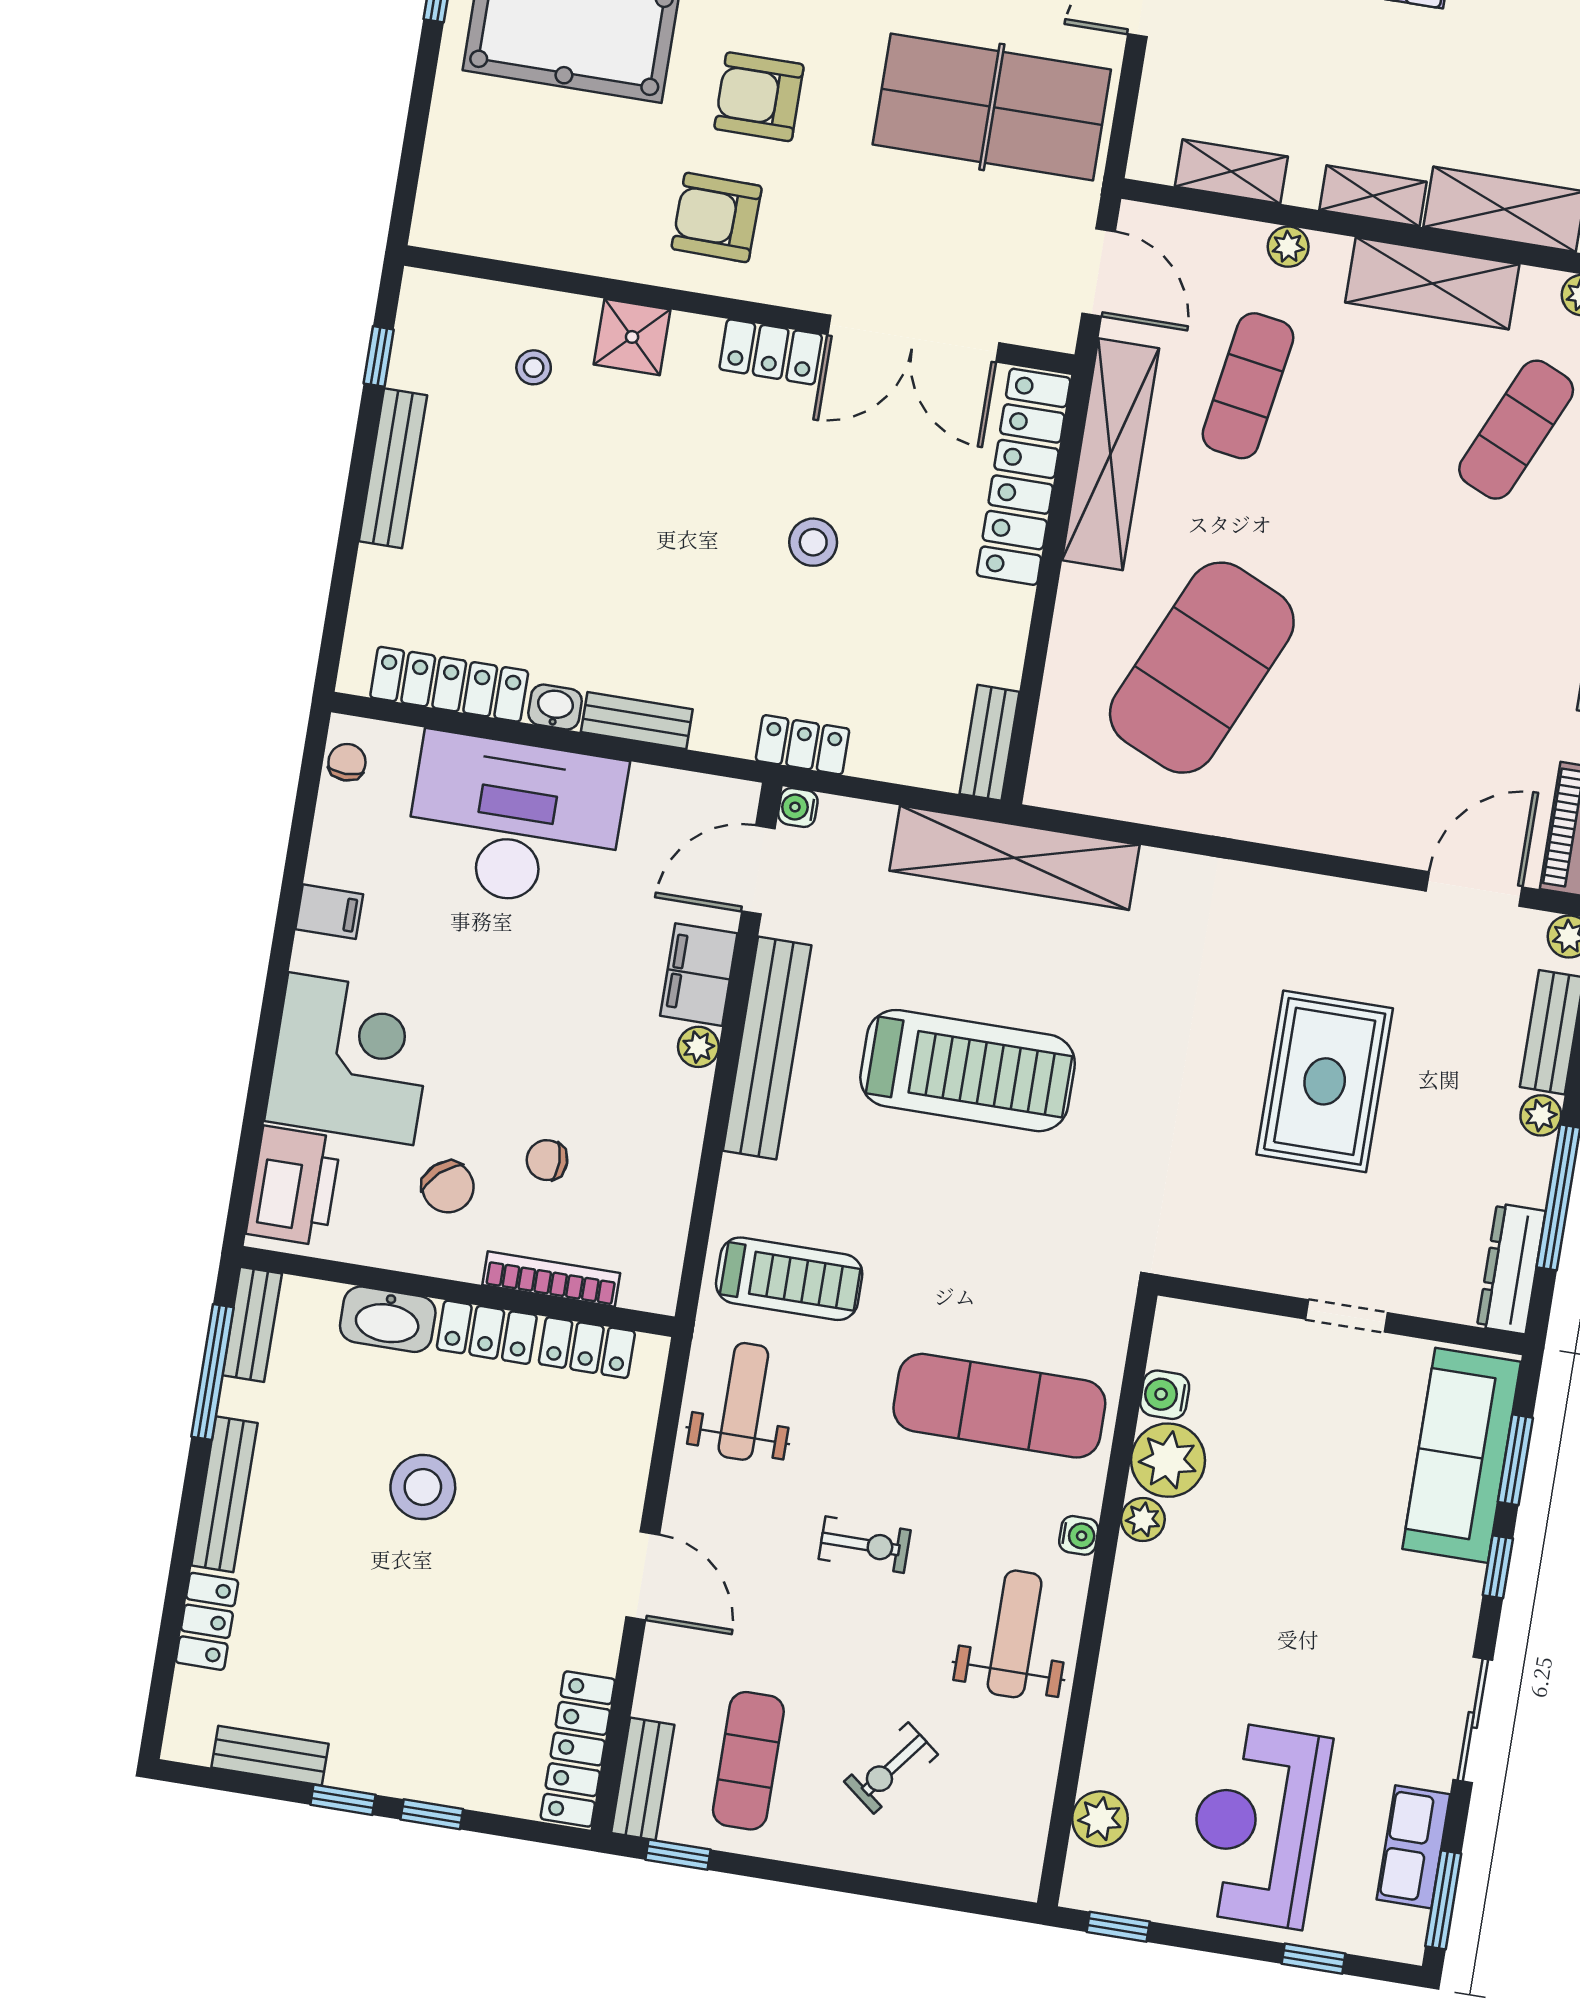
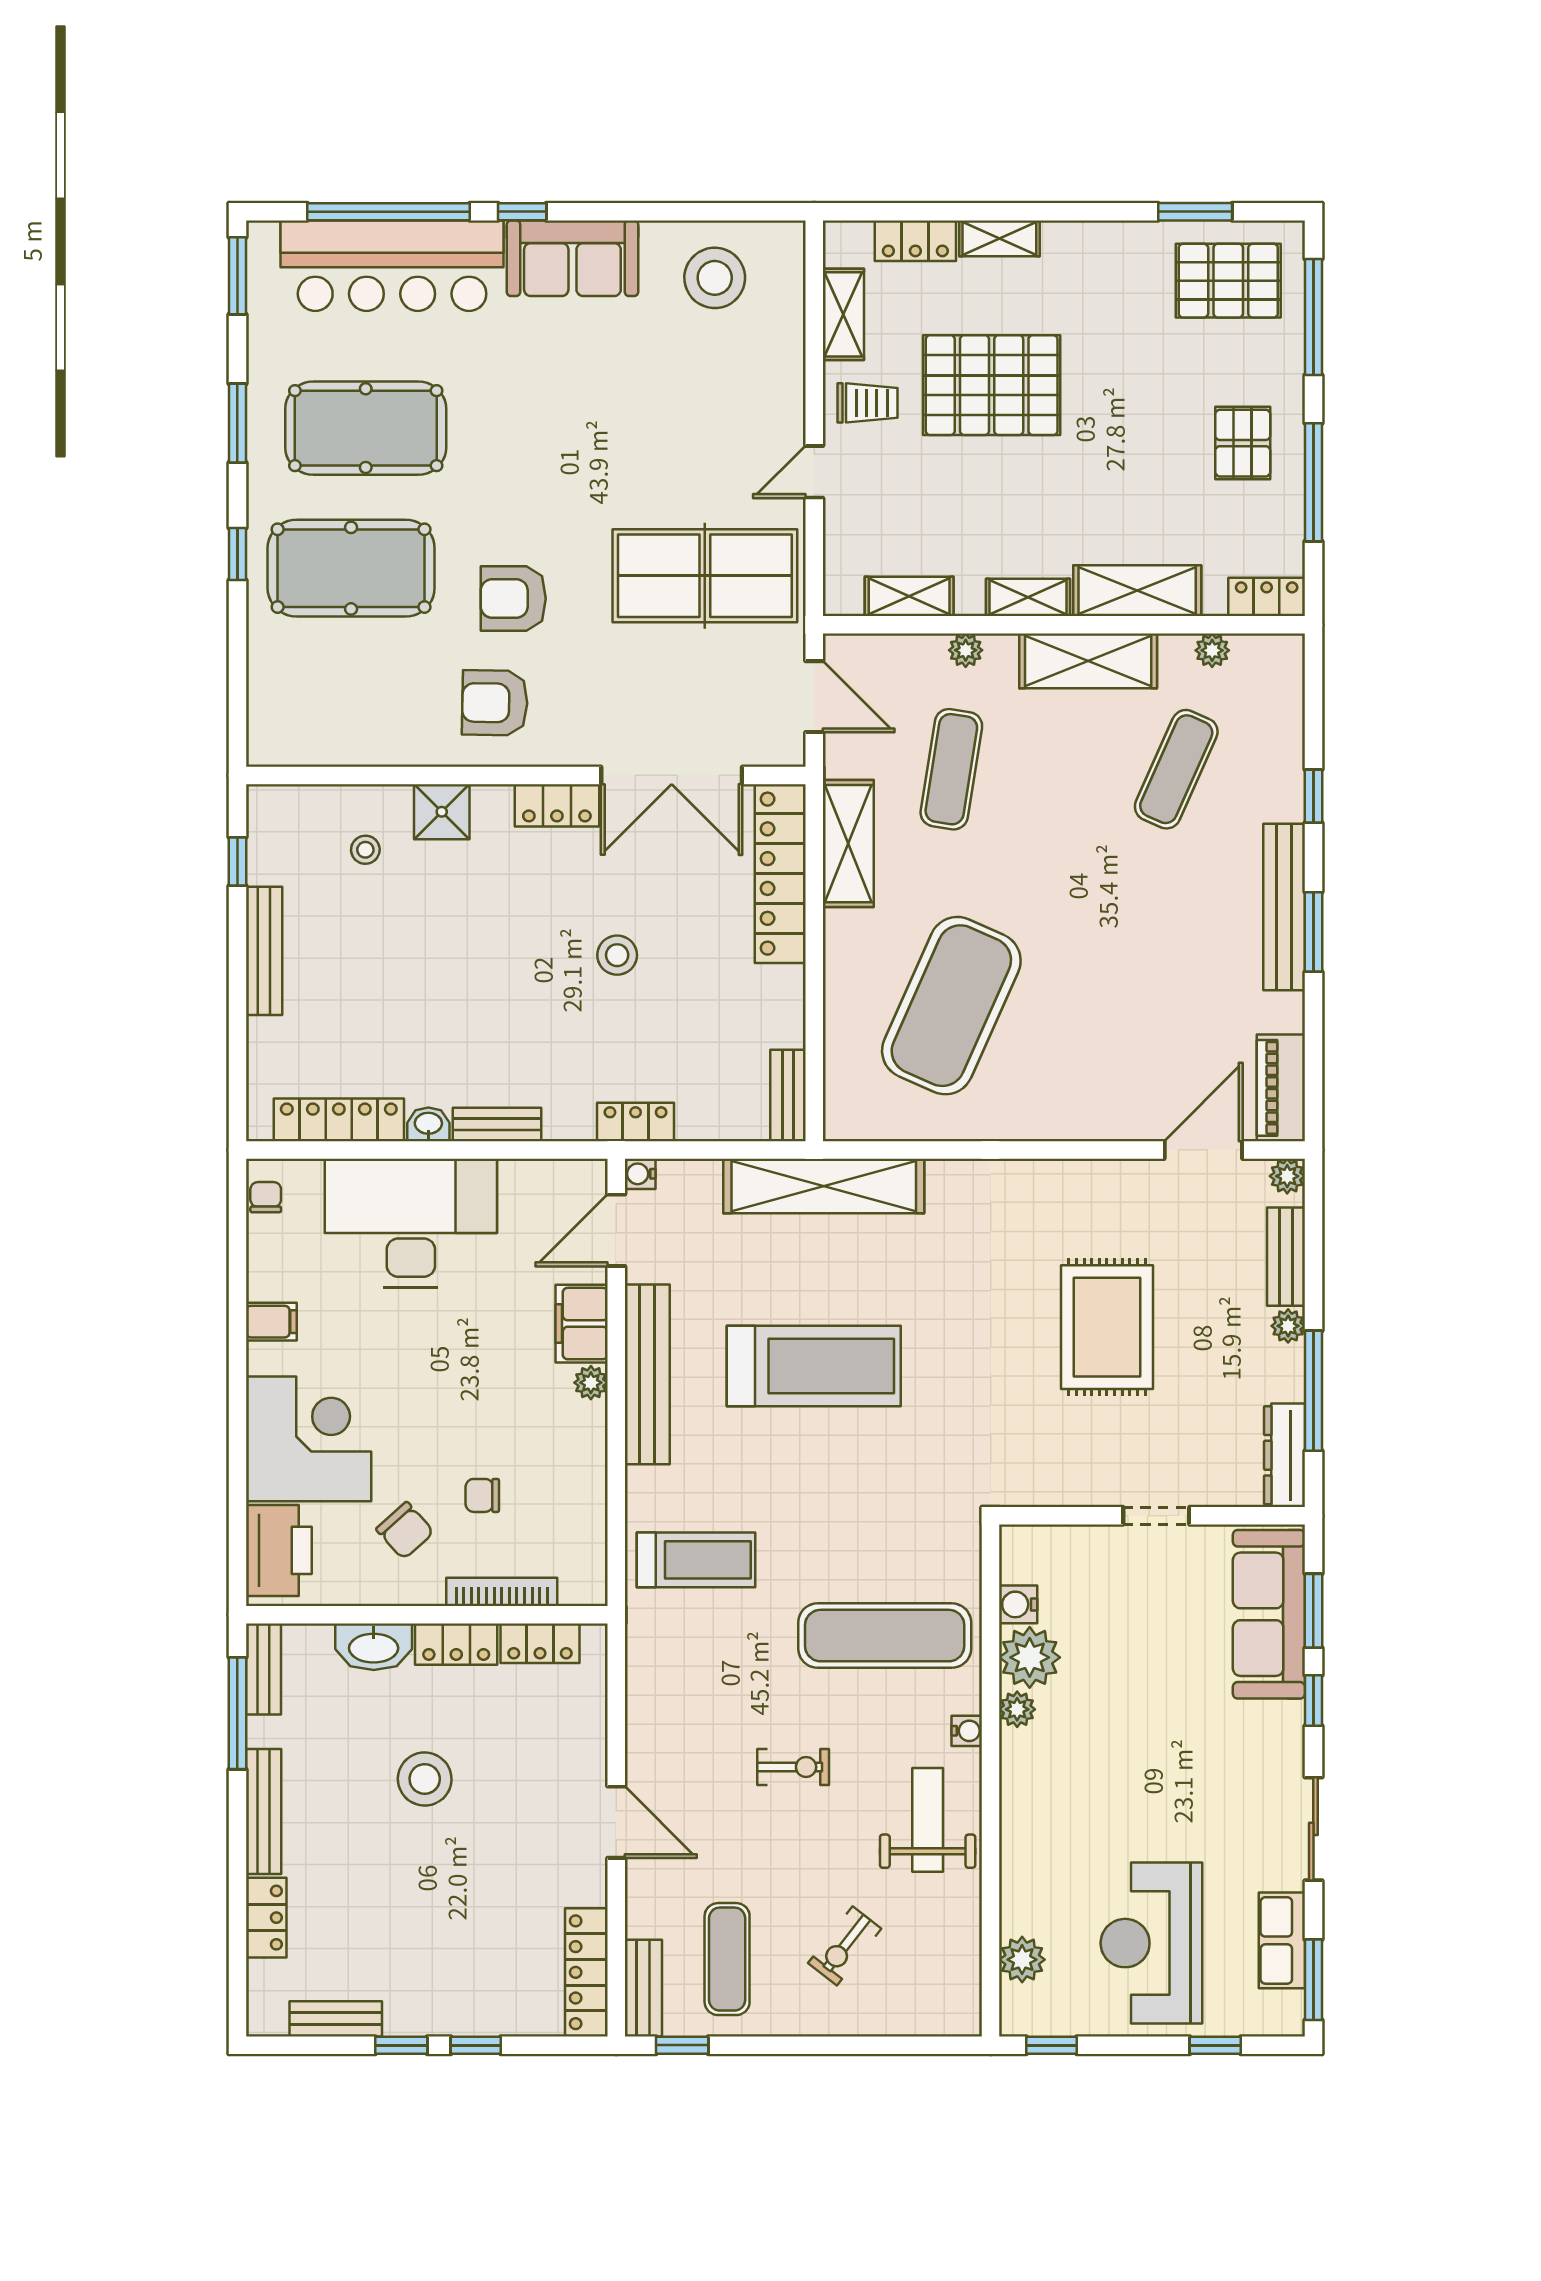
shelving: (1110, 454) -> (848, 844), width x0.68
weight bench: (743, 1401) -> (675, 1666), removed

